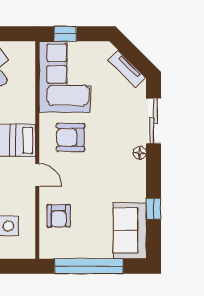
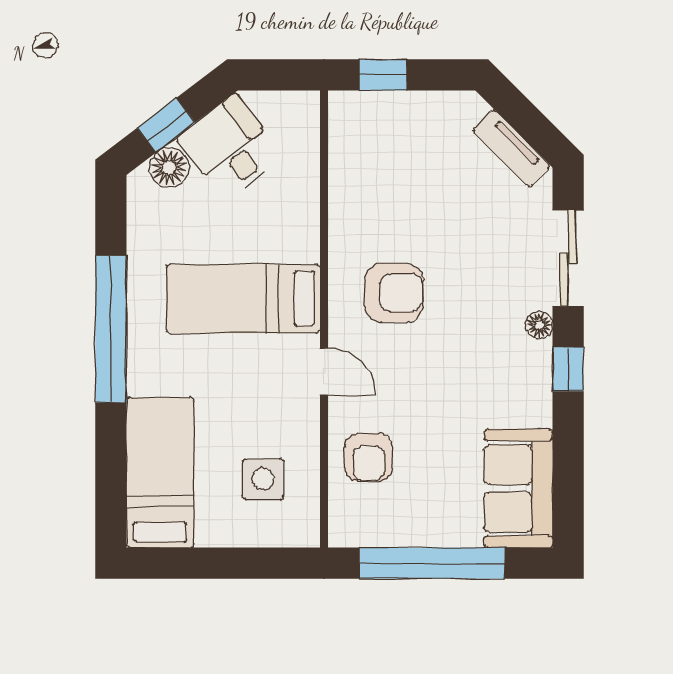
corner sofa: (65, 77) -> (381, 165), removed
armchair: (71, 137) -> (394, 293), turned 180
window: (154, 209) -> (568, 369), moved

